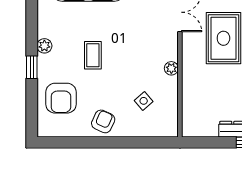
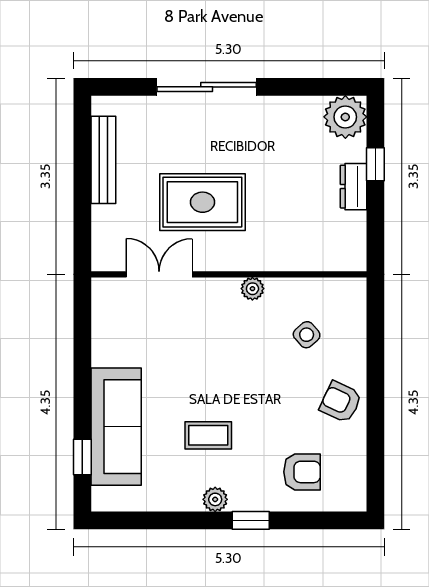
coffee table: (93, 55) -> (208, 435), moved
armchair: (61, 98) -> (302, 472), width x0.72, depth x0.72

